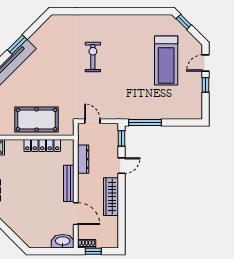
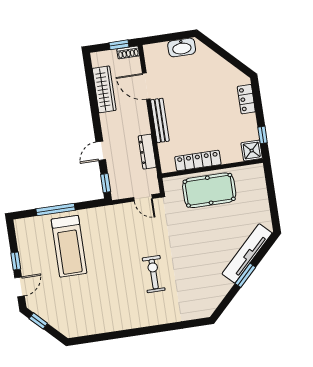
window: (184, 22) -> (38, 321), moved
exercise bike: (93, 57) -> (154, 274), turned 180
treadmill: (166, 61) -> (69, 246), moved, turned 180
window: (145, 123) -> (56, 210), moved
wardrobe: (111, 197) -> (104, 89), moved
washbasin: (63, 241) -> (182, 47), moved

